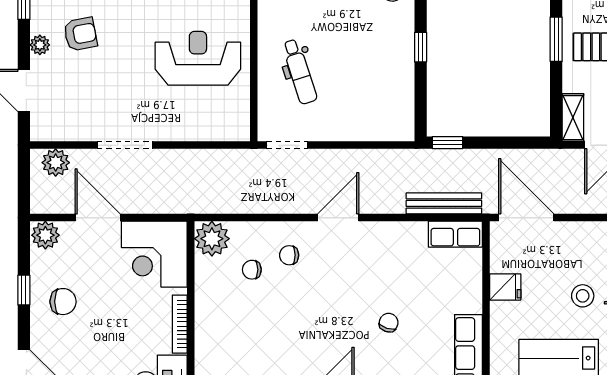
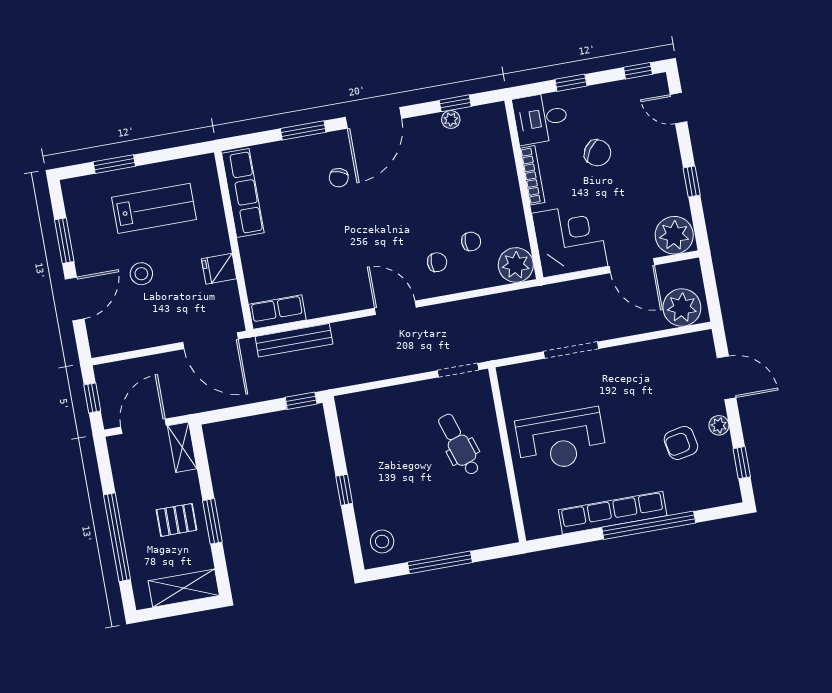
doorway: (125, 145) -> (571, 350), moved
plant: (56, 163) -> (682, 308), width x1.36, depth x1.36
door: (338, 218) -> (395, 308), swing flipped
plant: (45, 235) -> (674, 235), width x1.36, depth x1.36
chair: (63, 302) -> (598, 153), moved, turned -146
chair: (389, 323) -> (339, 178), moved

